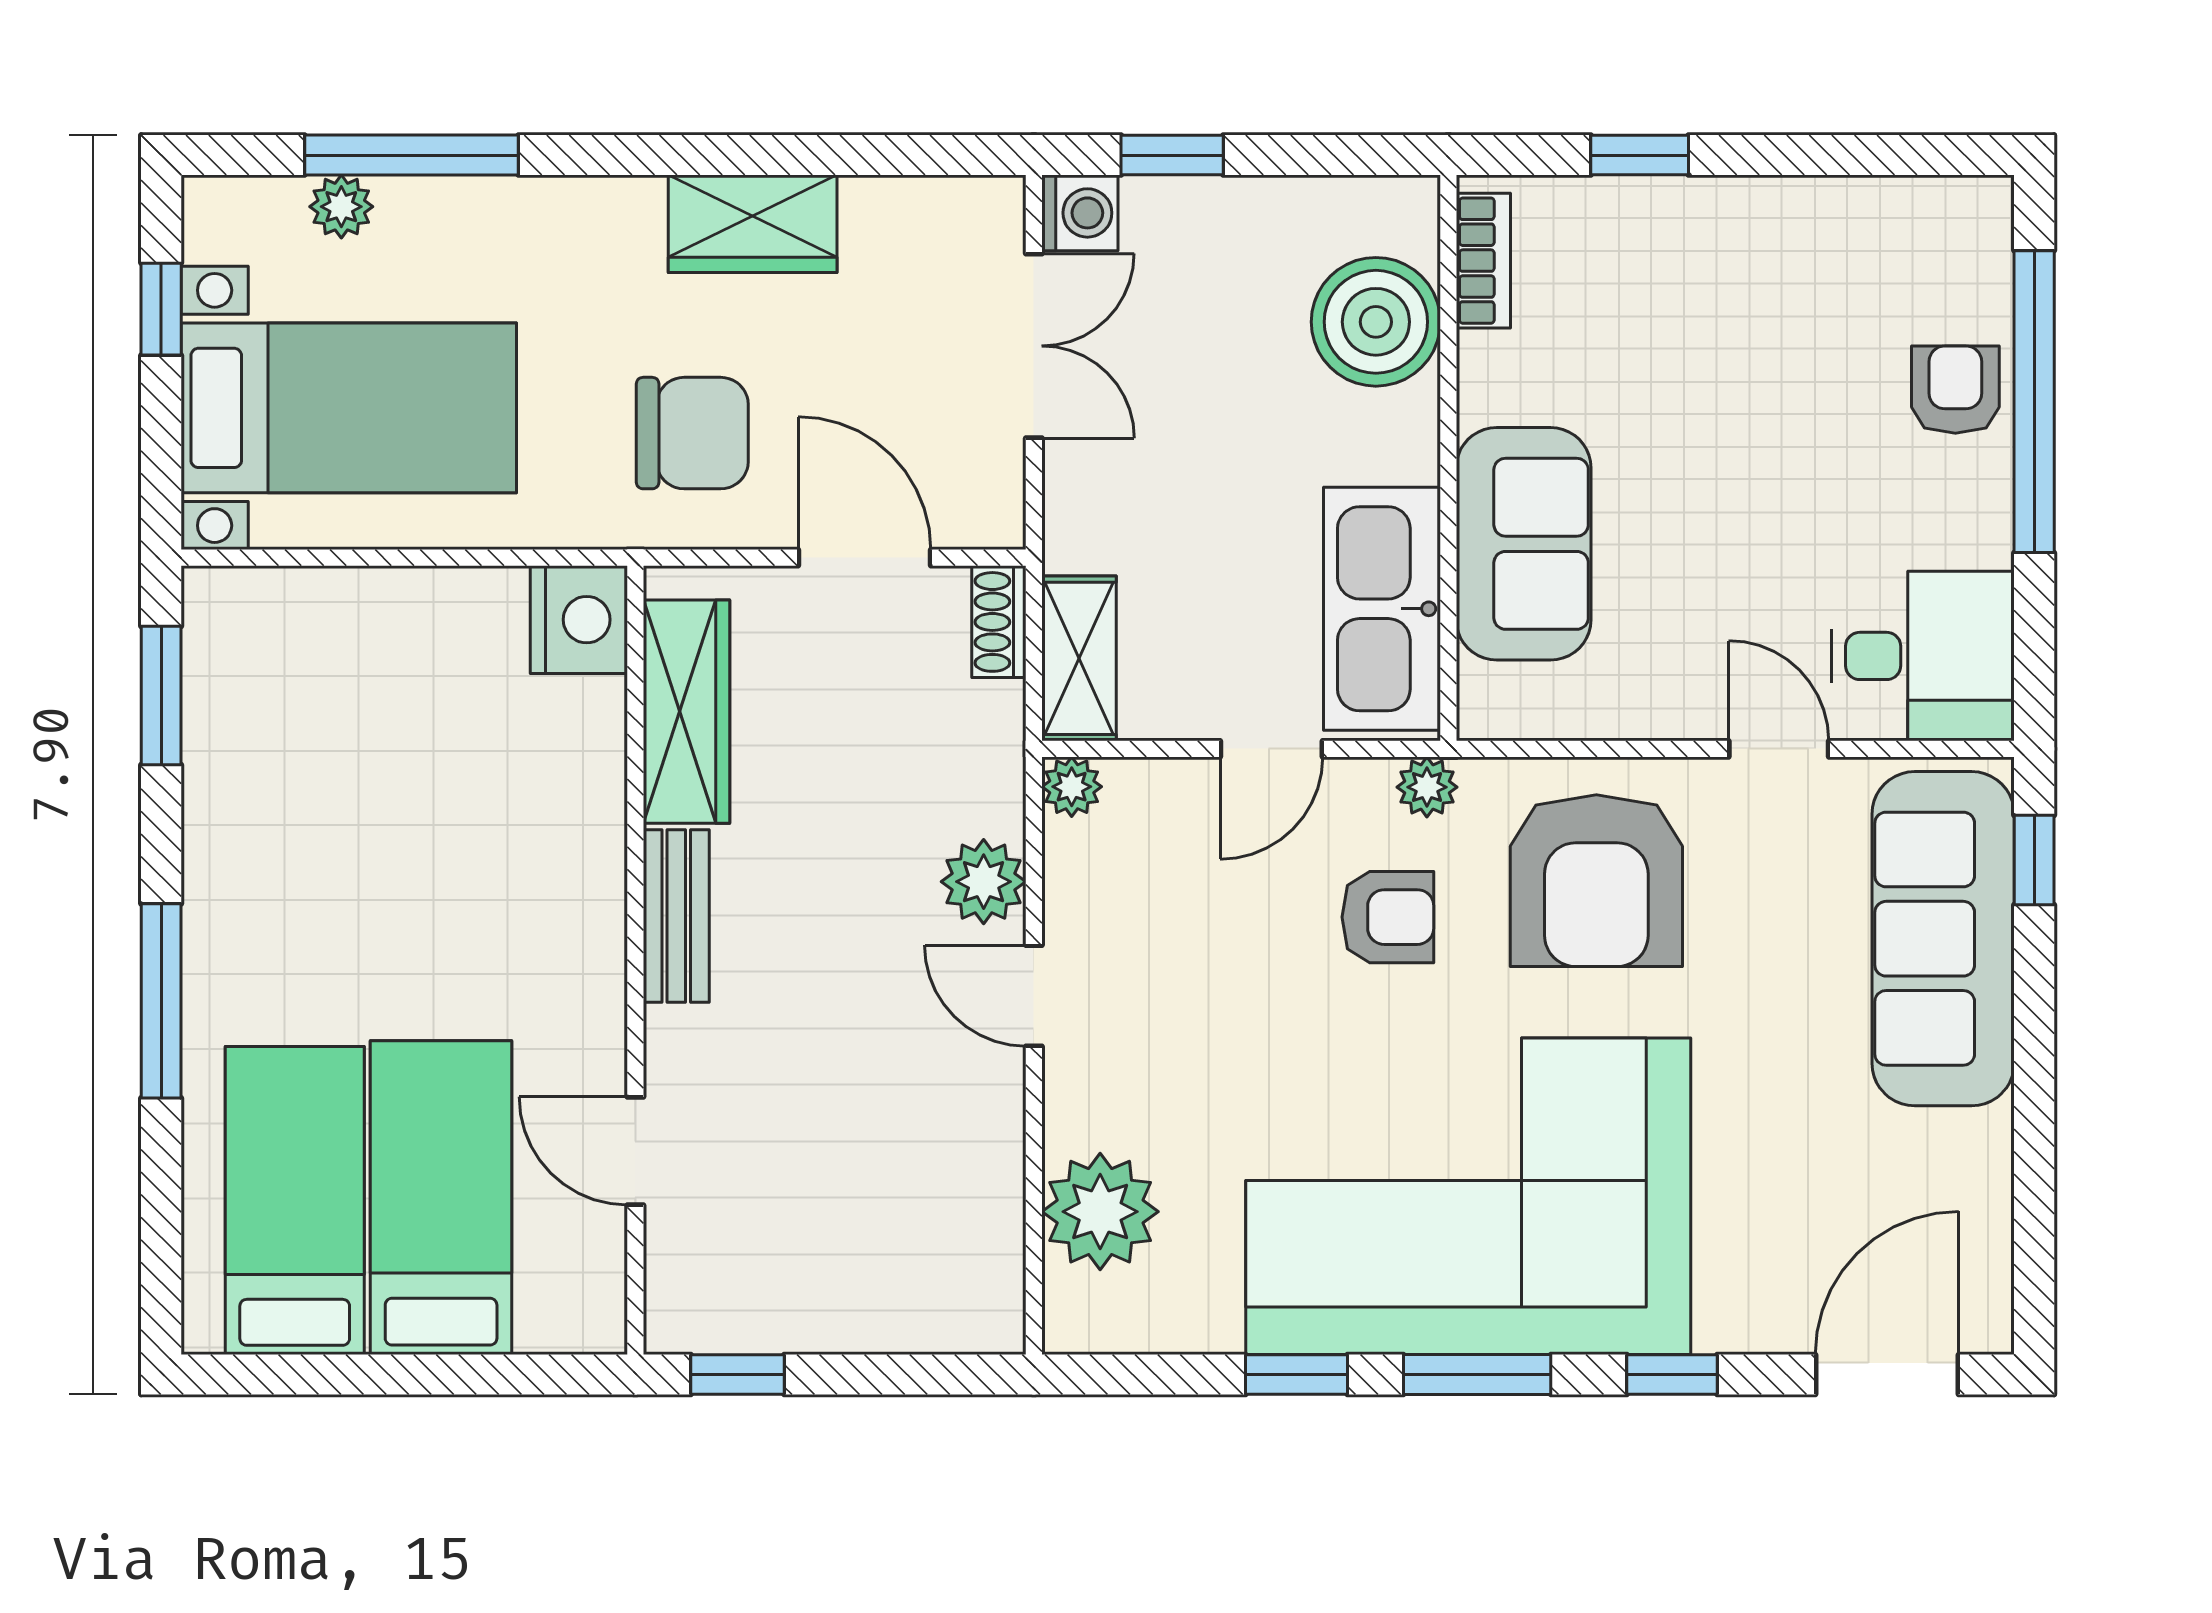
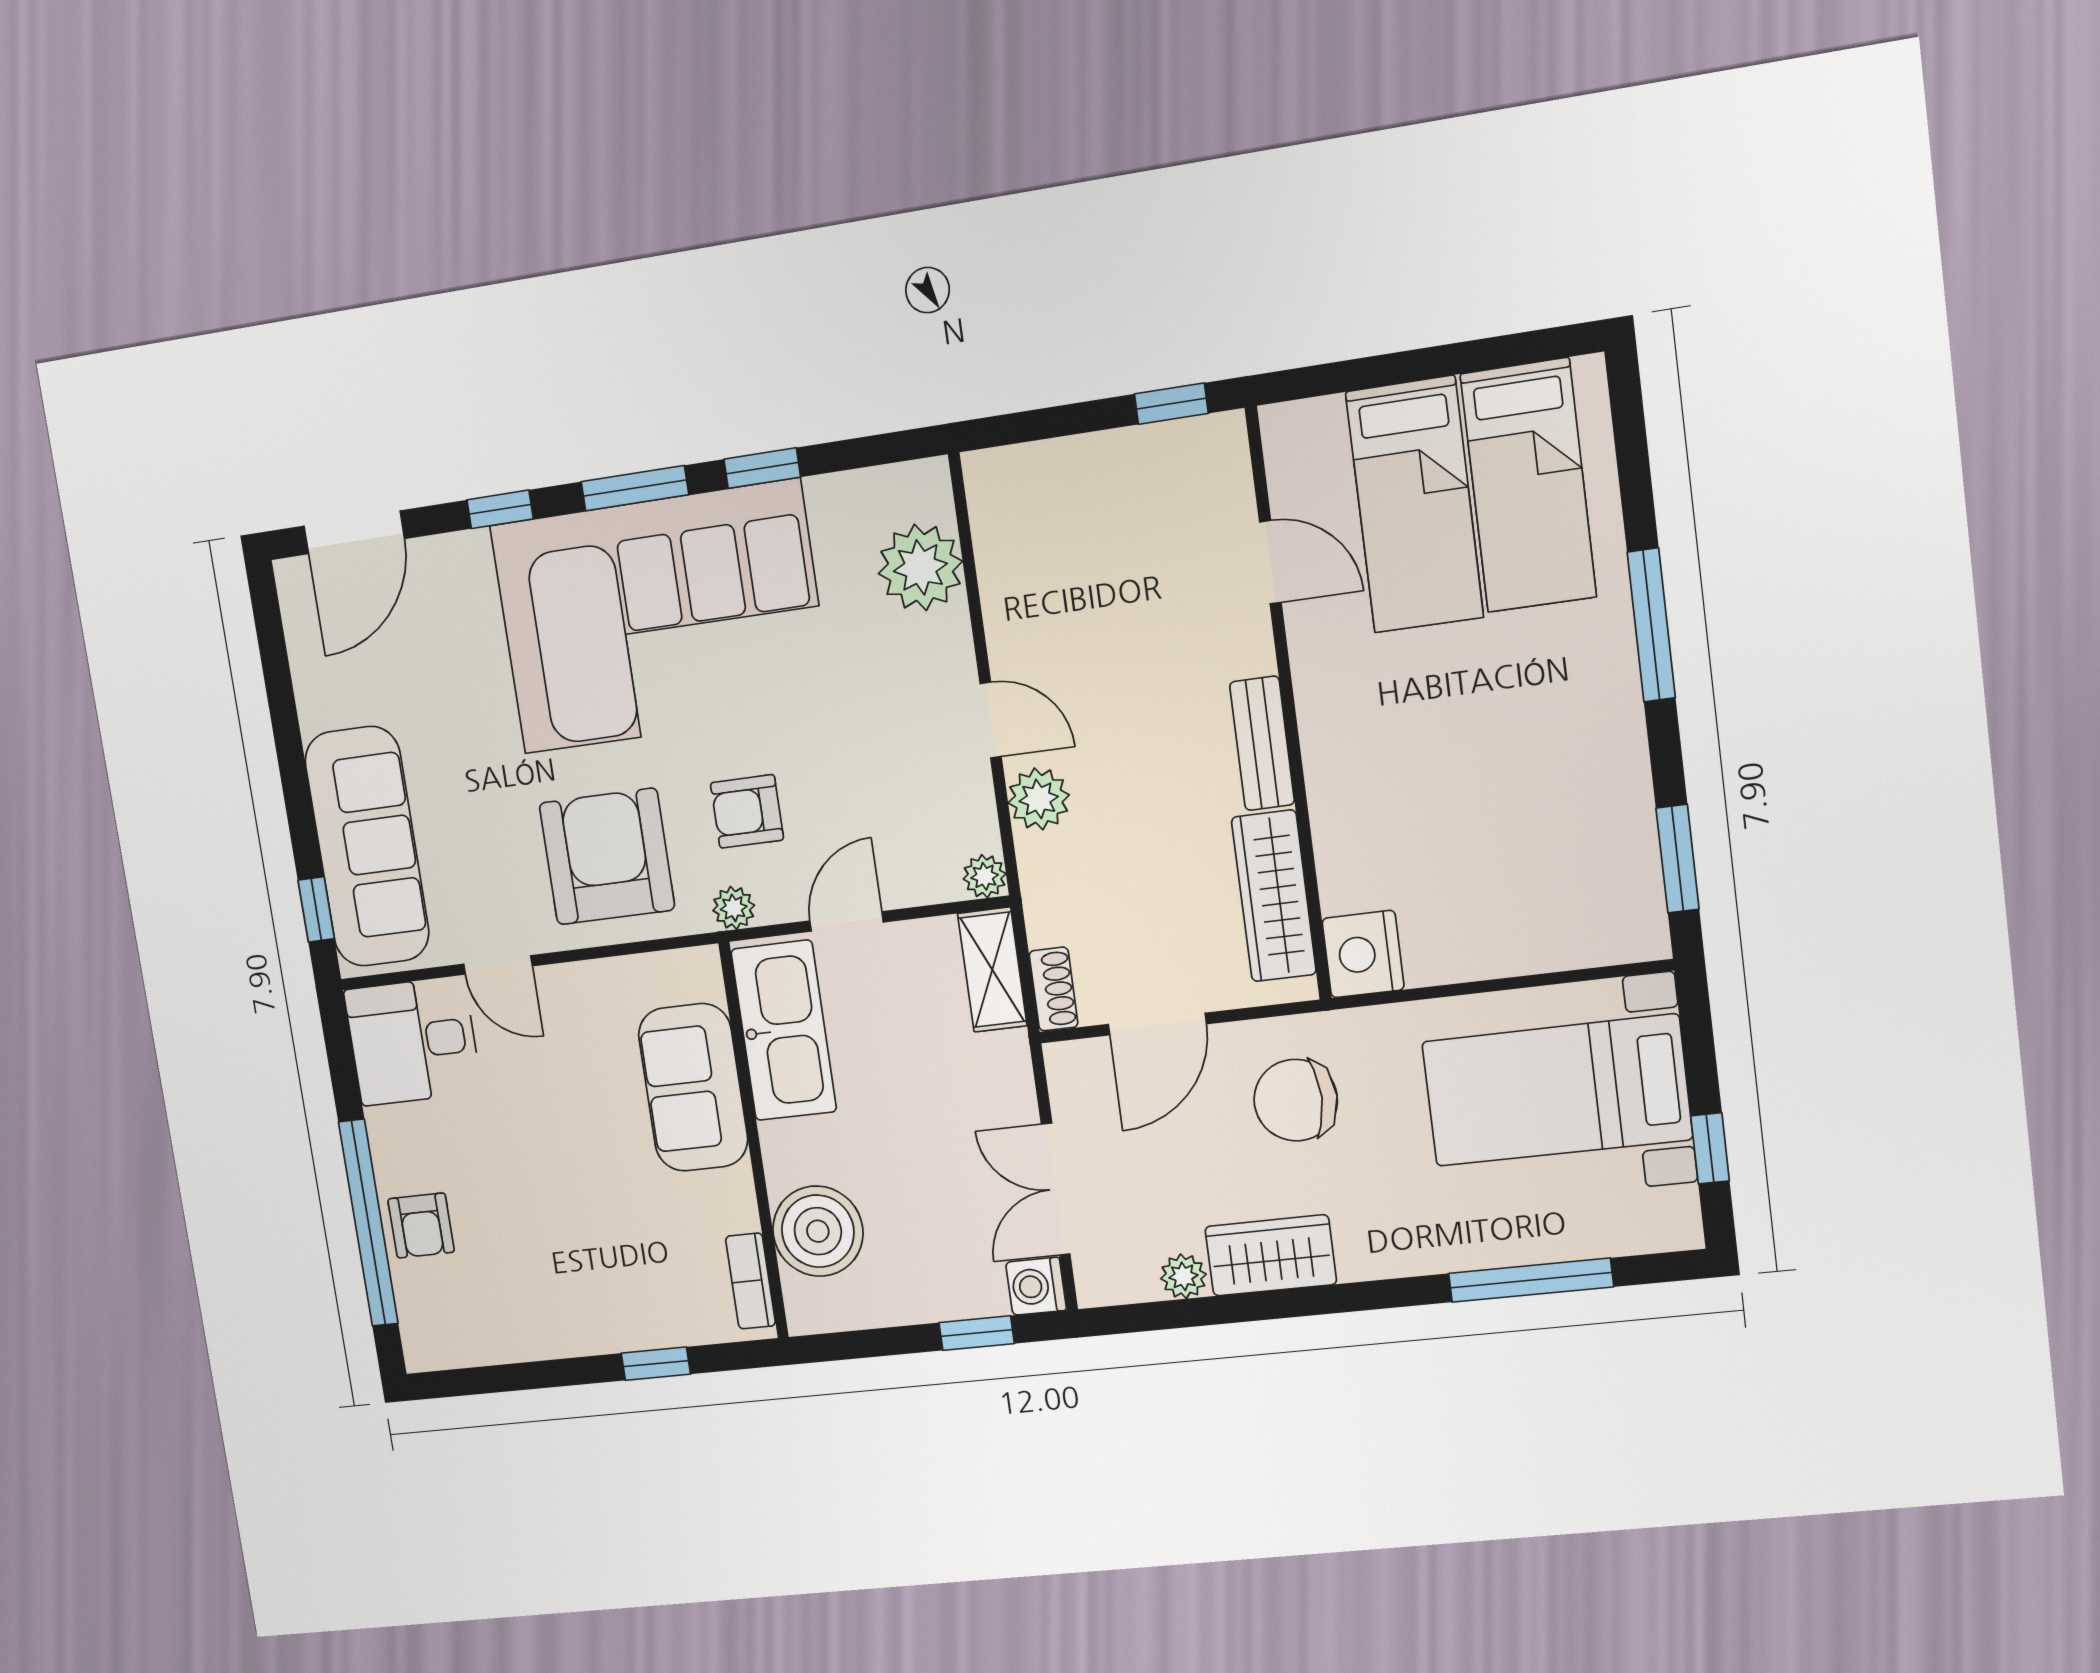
plant: (341, 207) -> (1183, 1276), moved
door: (864, 558) -> (1157, 1024), hinge flipped

